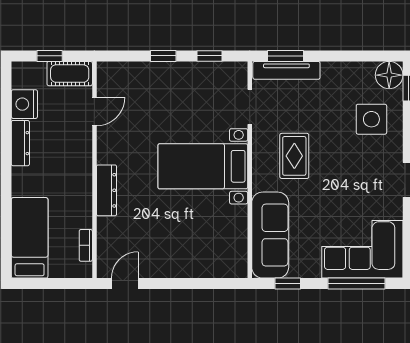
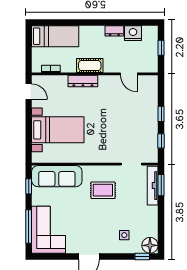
cot: (70, 74) -> (90, 66), moved, turned 90
side table: (371, 119) -> (124, 235), width x0.54, depth x0.54
dresser: (20, 143) -> (114, 31), width x0.70
bed with nightstands: (203, 166) -> (58, 130), moved, turned 90

